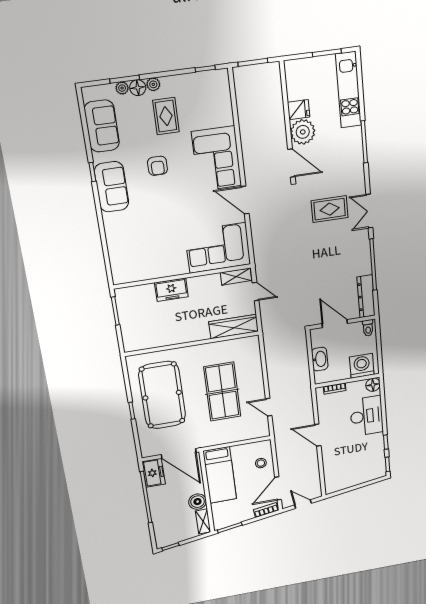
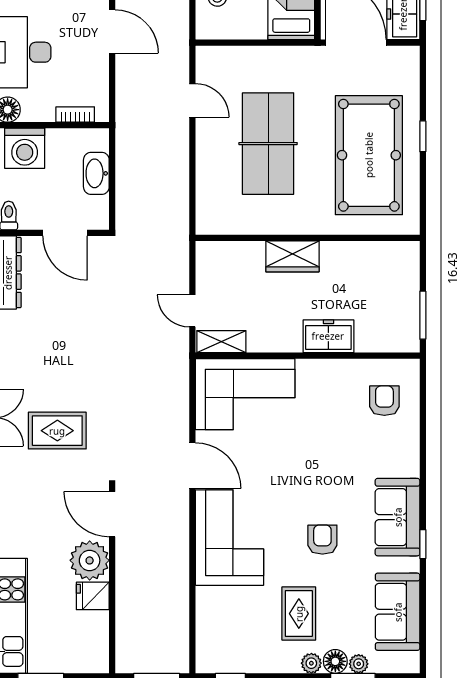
armchair: (131, 257) -> (384, 401), added
wardrobe: (234, 327) -> (292, 256), moved, width x0.67

